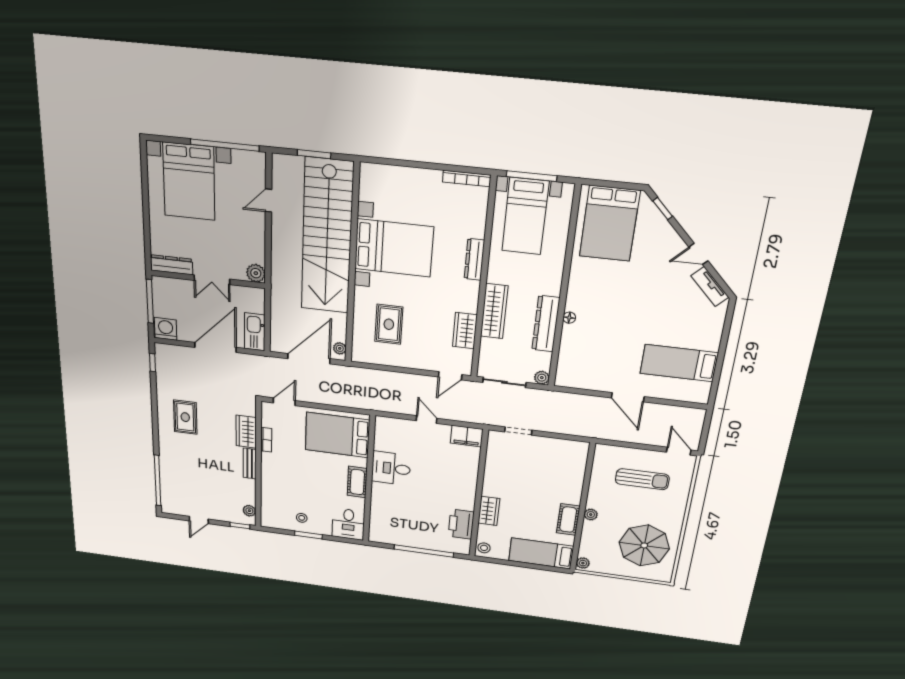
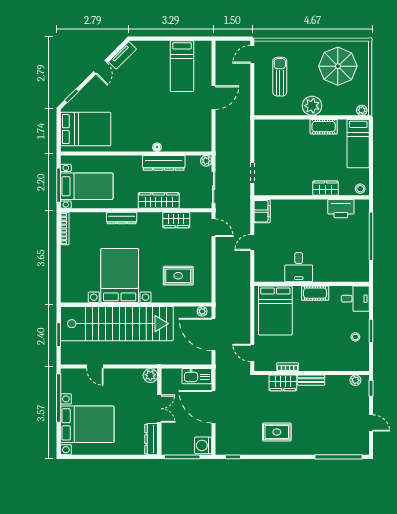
plant: (591, 515) -> (312, 106), width x1.88, depth x1.88

